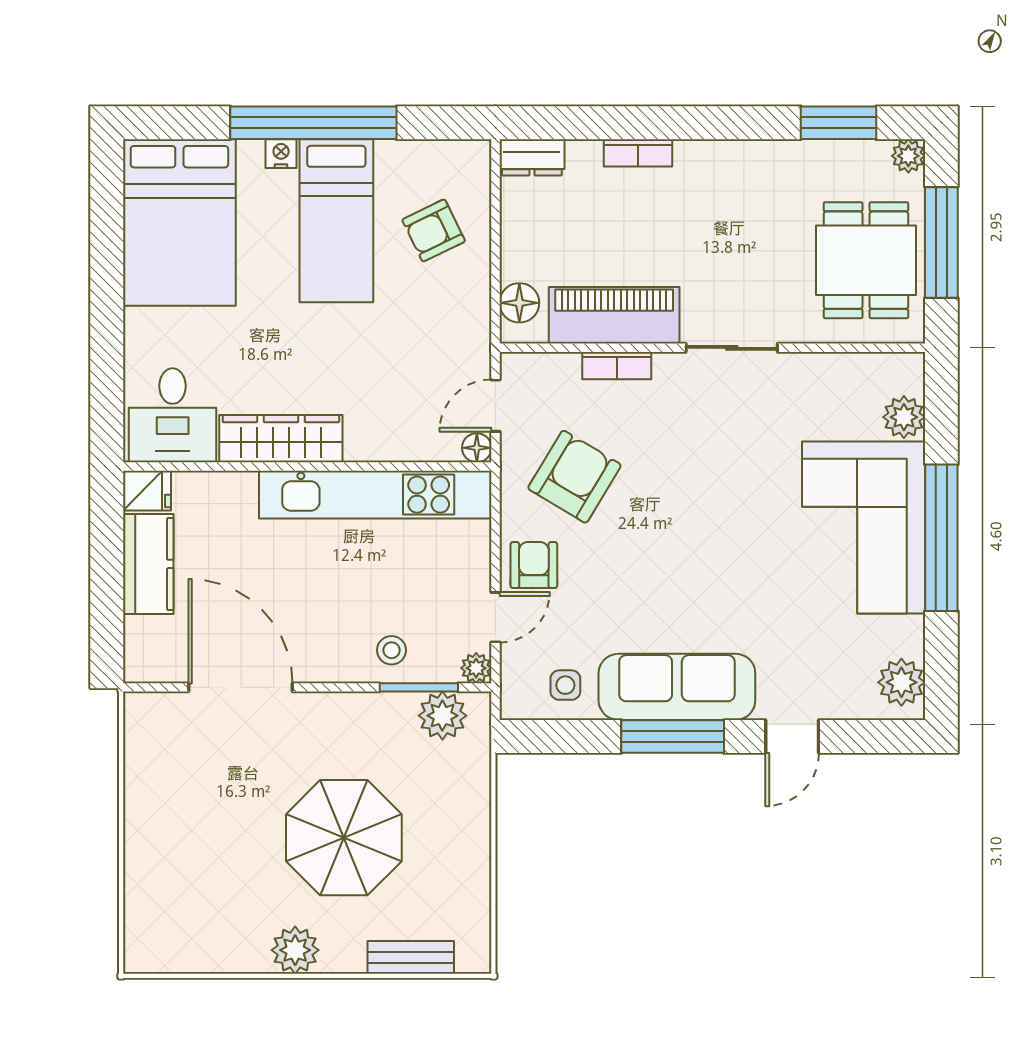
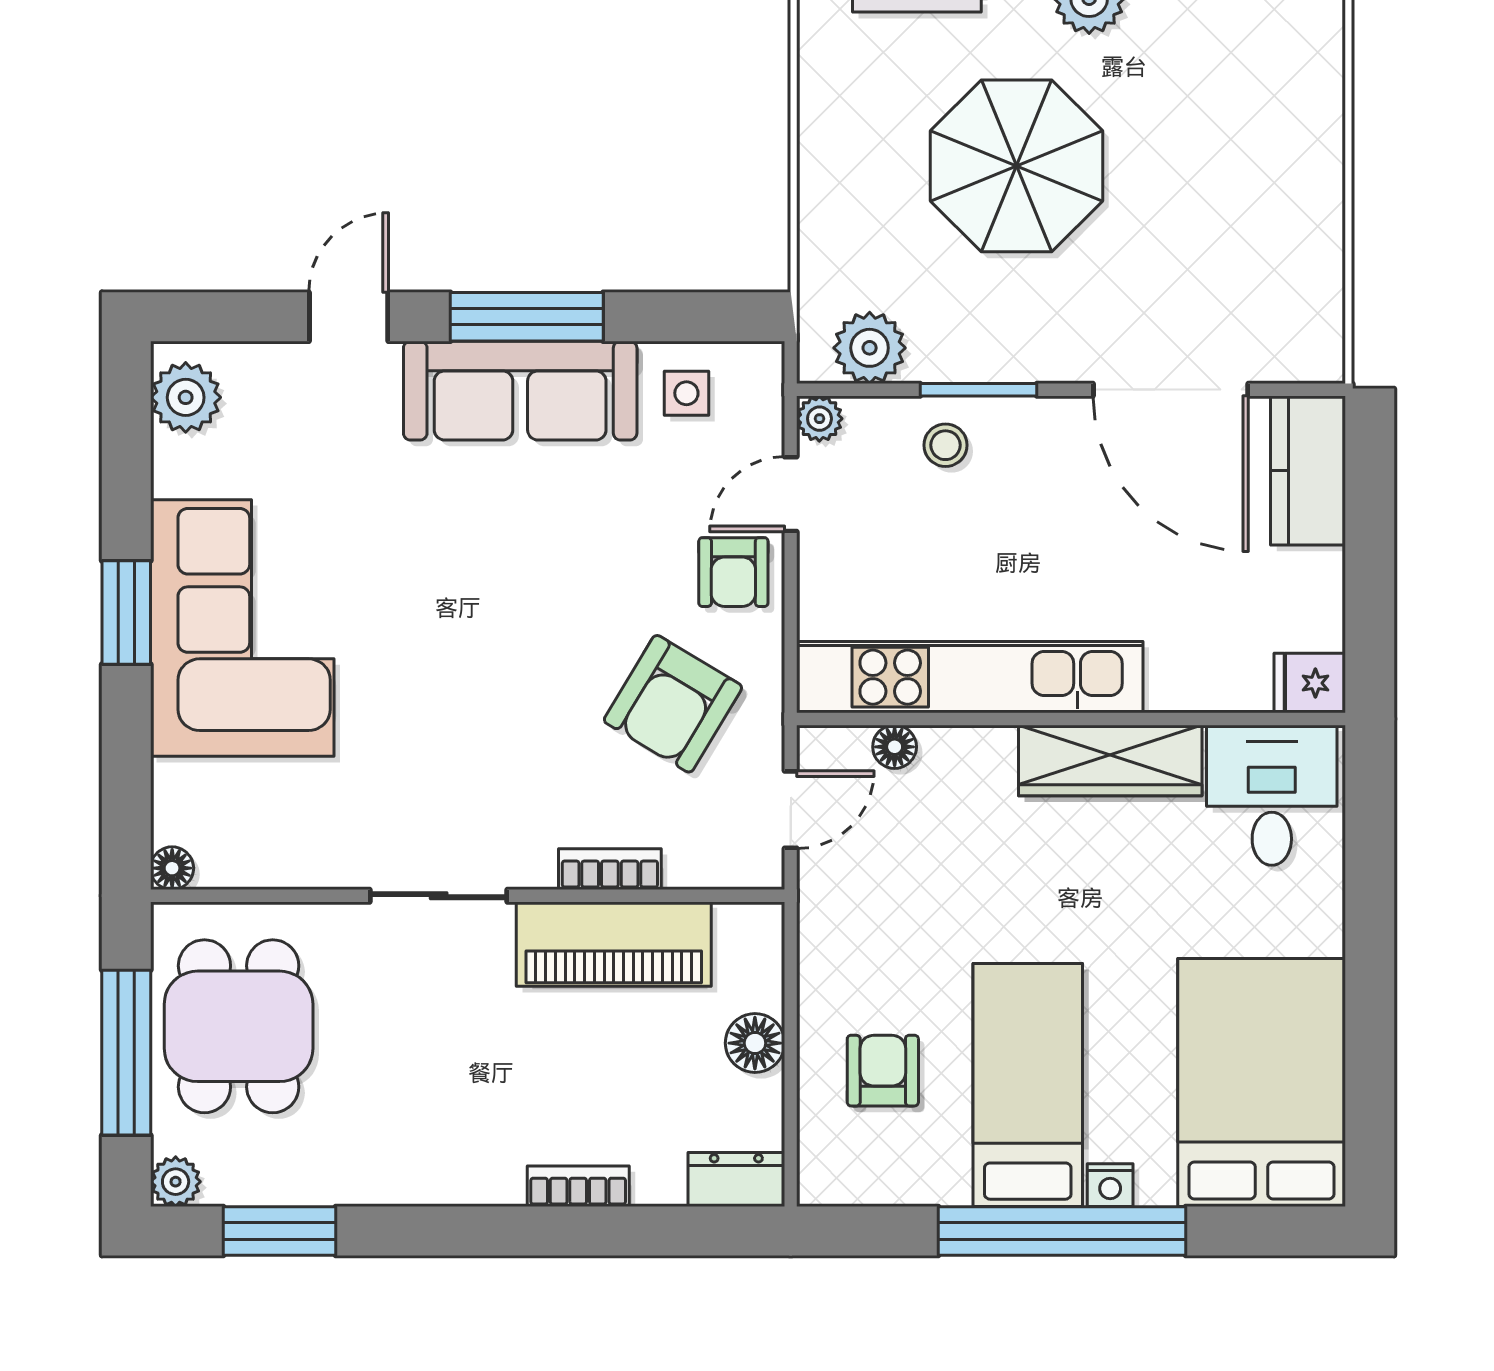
armchair: (434, 230) -> (883, 1071), turned -64
floor lamp: (519, 303) -> (755, 1043), moved
floor lamp: (911, 366) -> (172, 868), added
plant: (904, 417) -> (182, 793), removed
floor lamp: (477, 448) -> (895, 747), moved
window: (941, 538) -> (126, 613), width x0.47
kitchen counter: (148, 564) -> (1308, 471), moved
window: (419, 687) -> (978, 390), moved

